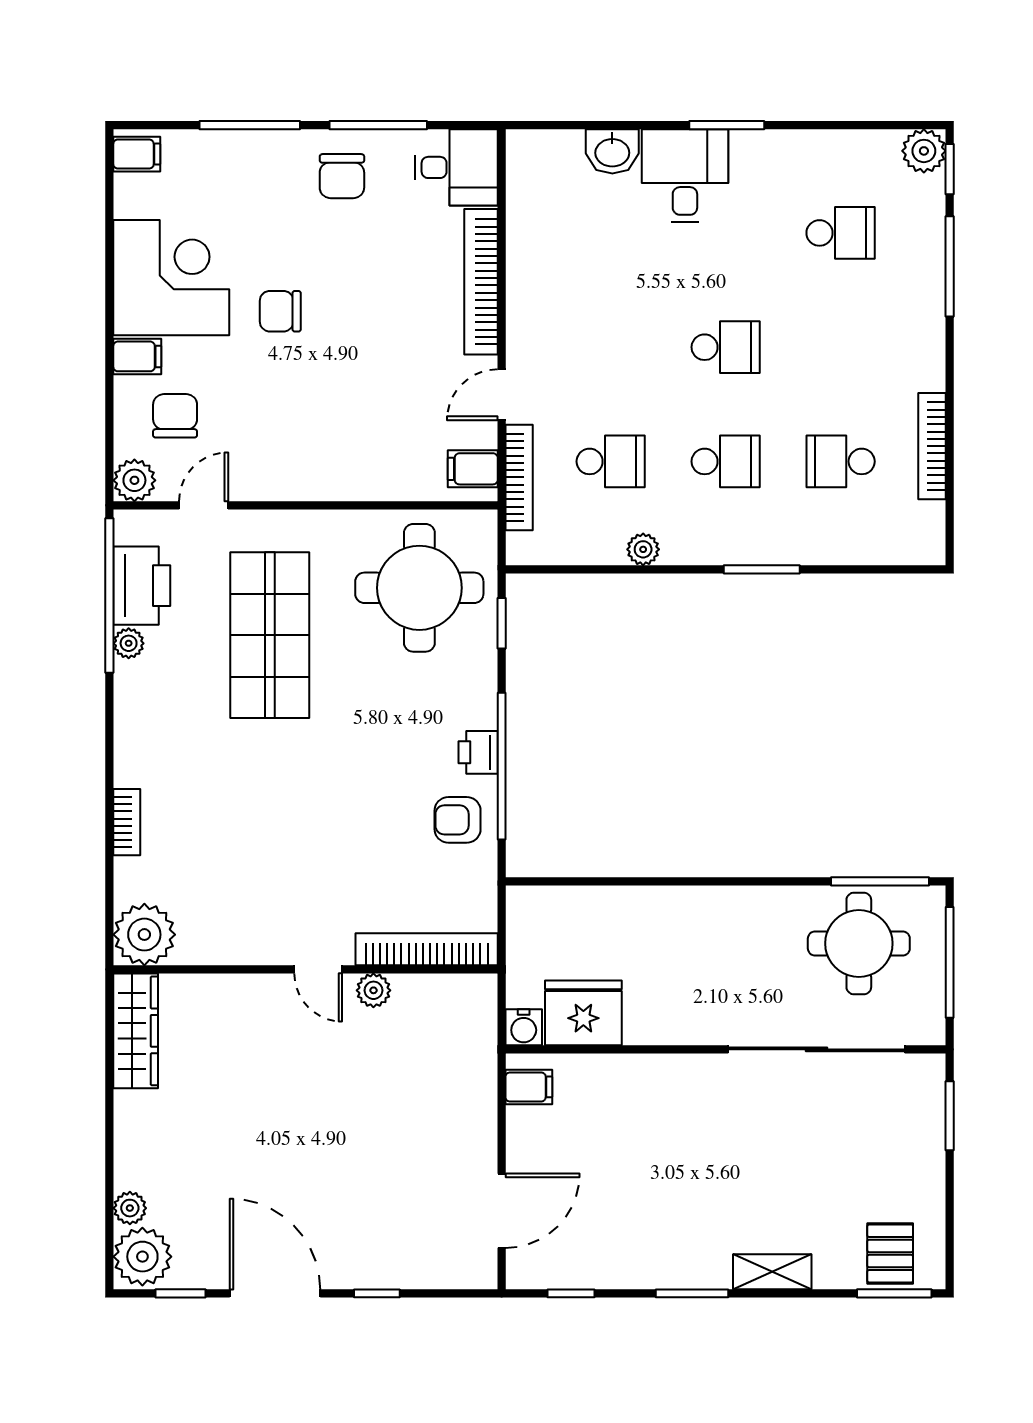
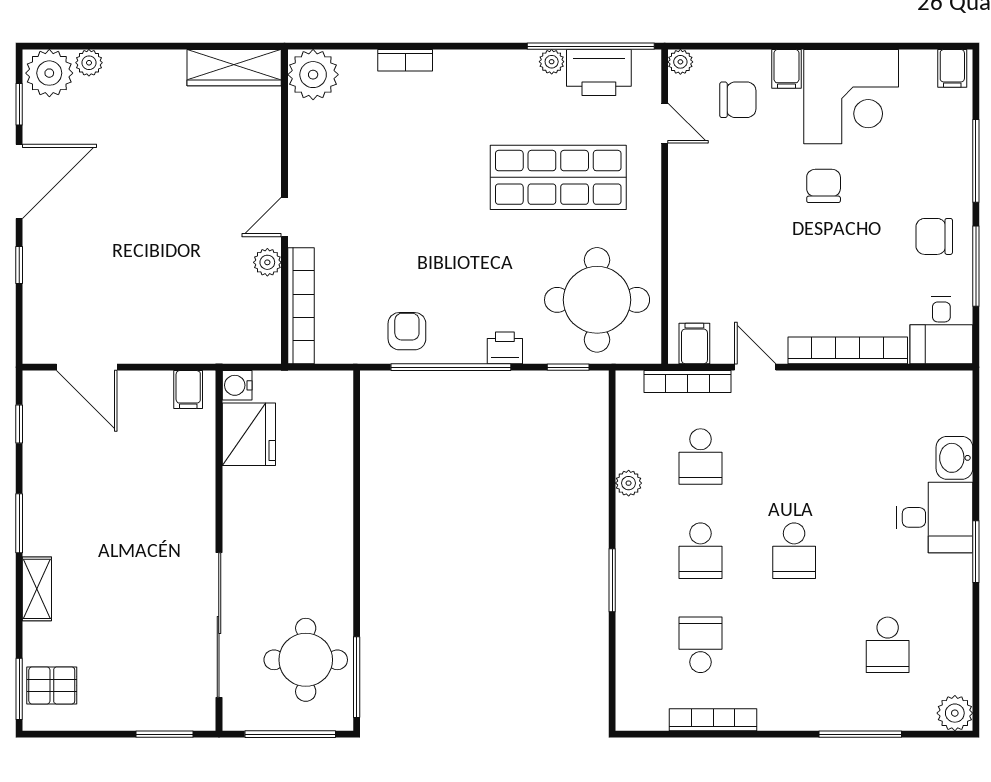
window: (950, 169) -> (940, 734), removed
plant: (134, 480) -> (680, 62), width x0.73, depth x0.73
printer: (478, 752) -> (505, 348), moved

